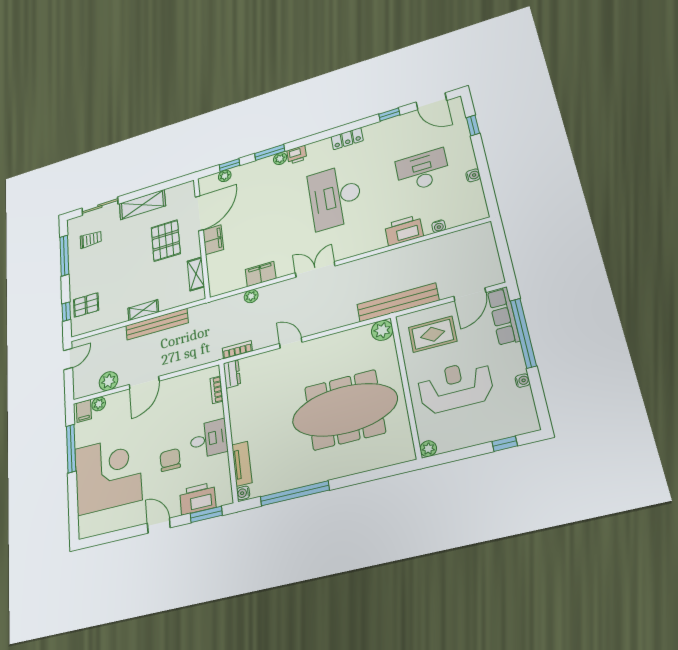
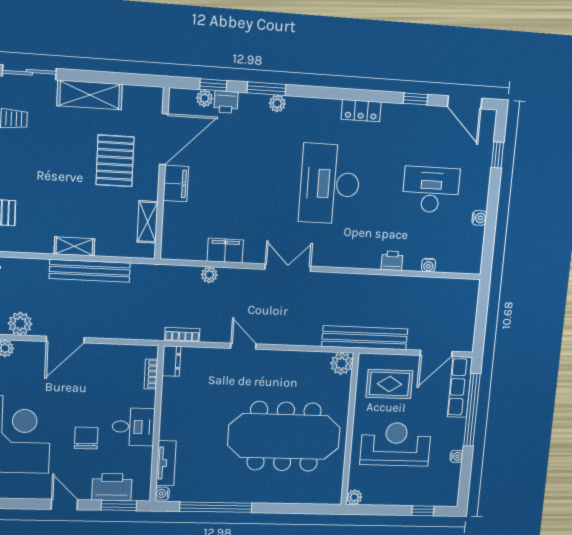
printer: (297, 155) -> (226, 102), moved
printer: (404, 230) -> (392, 261), width x0.53, depth x0.68

